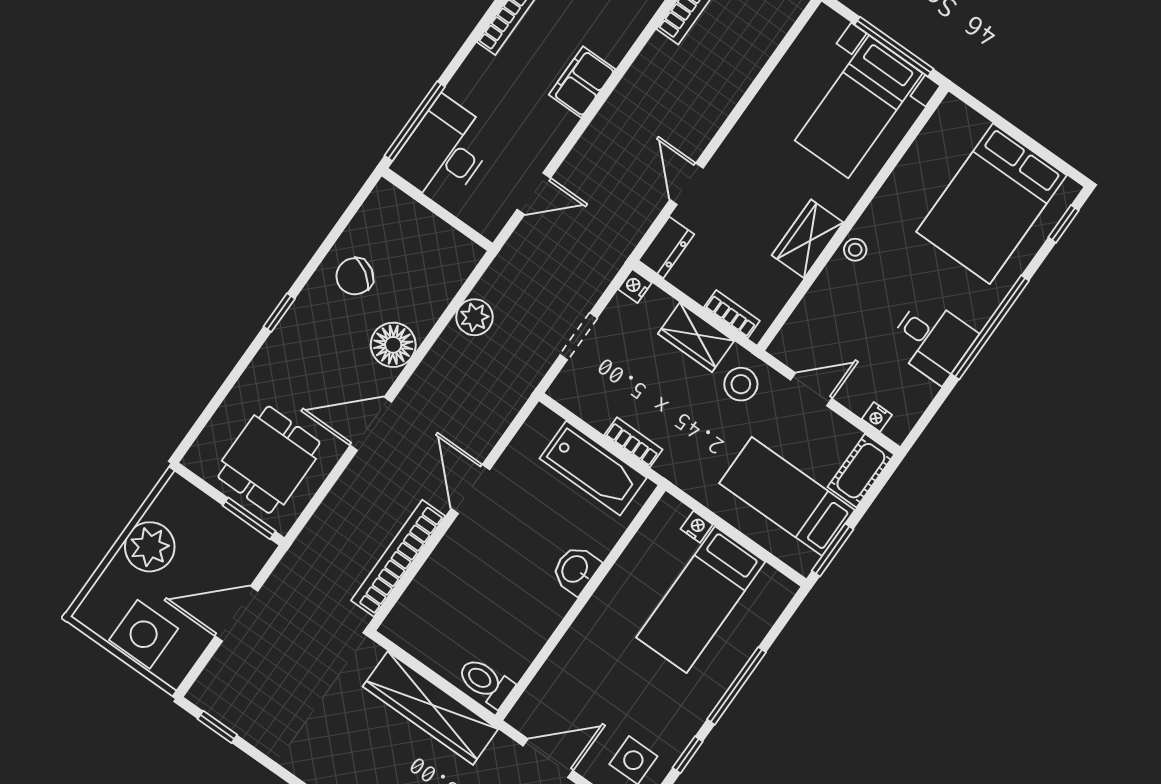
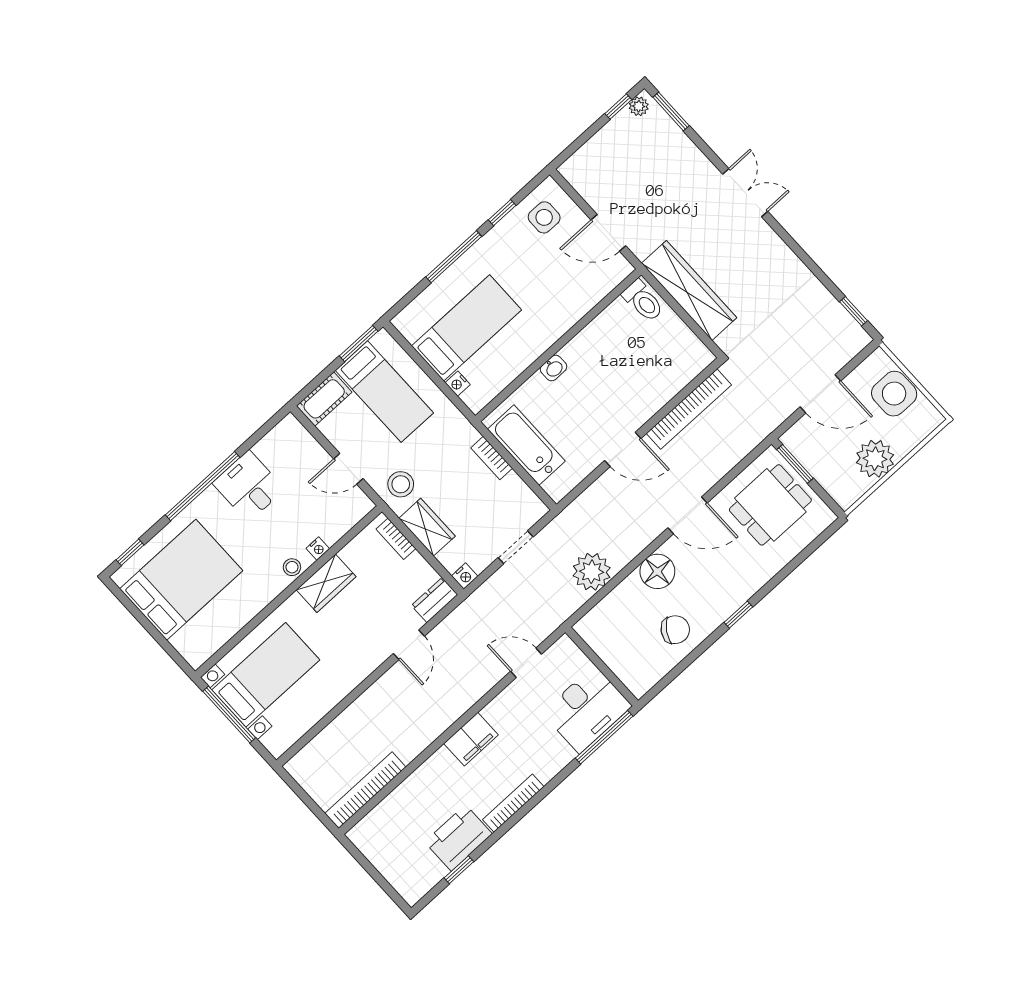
plant: (474, 317) -> (592, 572), width x1.36, depth x1.36
nightstand: (877, 417) -> (318, 549), moved, turned 90
door: (470, 489) -> (623, 449), hinge flipped
washbasin: (576, 570) -> (554, 368), width x0.72, depth x0.69

